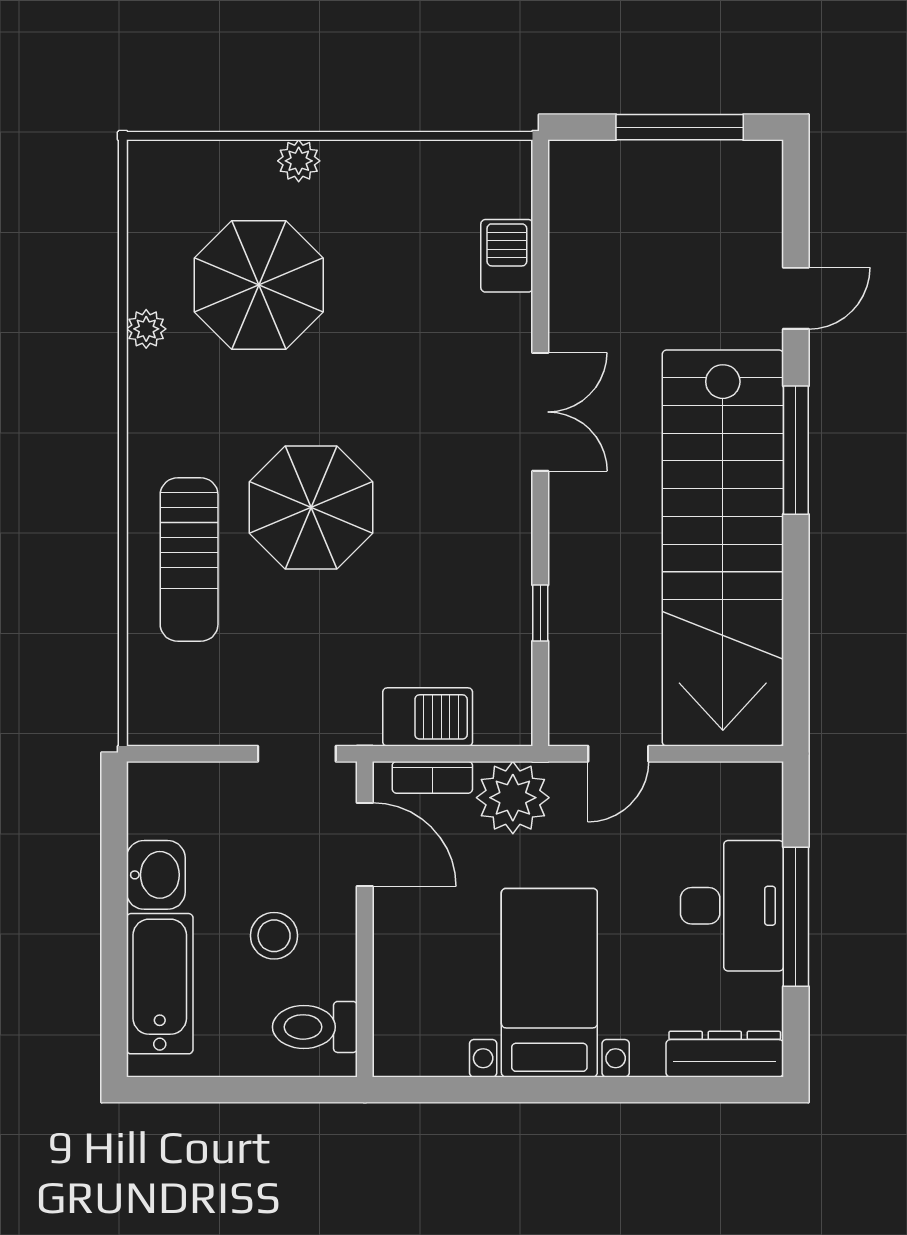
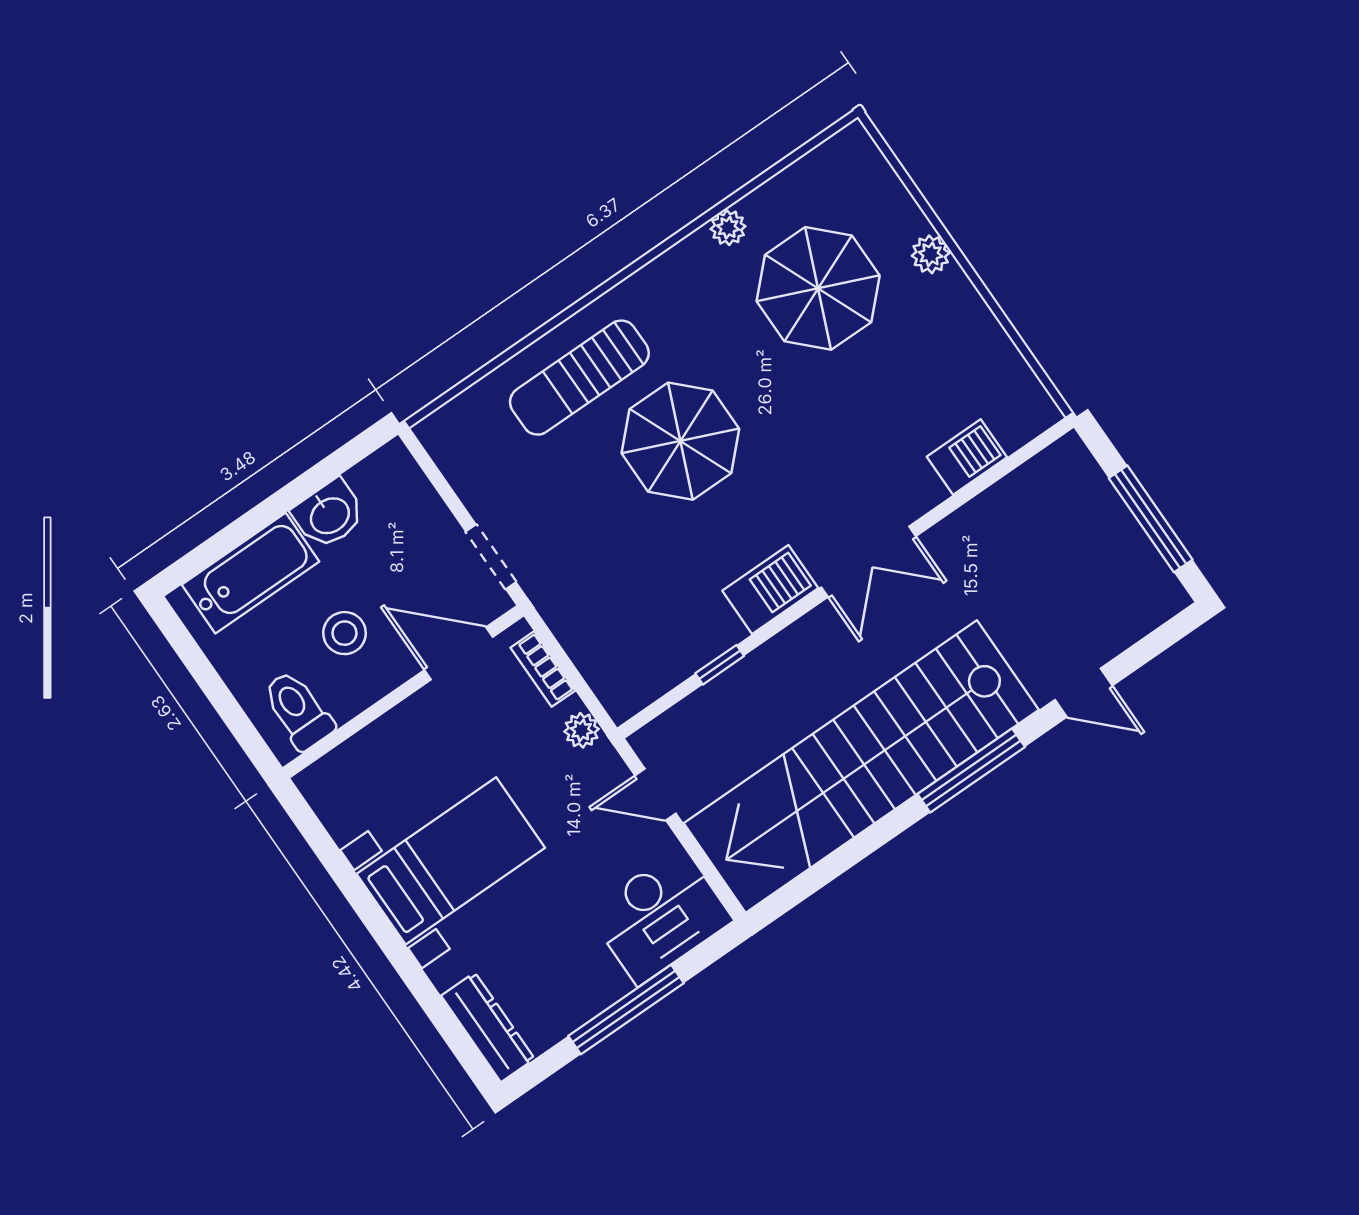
barbecue: (428, 717) -> (770, 589), moved, turned -90
plant: (513, 798) -> (582, 730), width x0.53, depth x0.53
door: (365, 844) -> (459, 653), swing flipped
desk: (732, 906) -> (660, 916), moved

